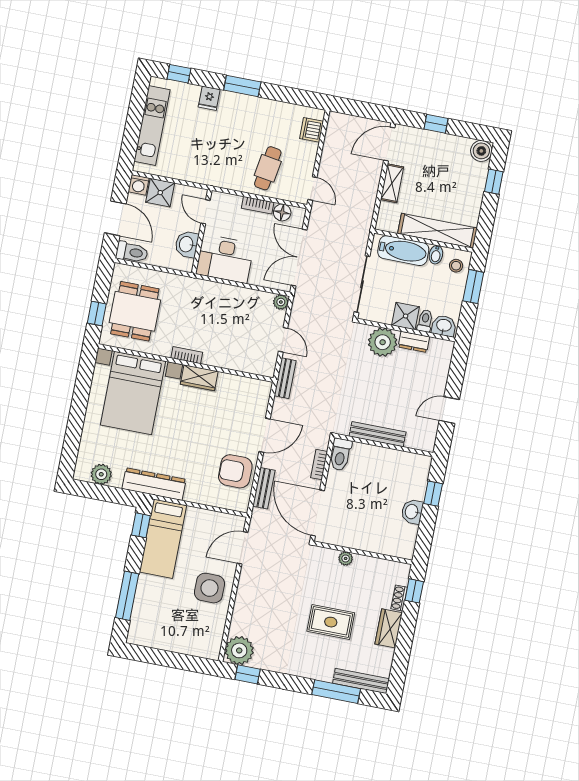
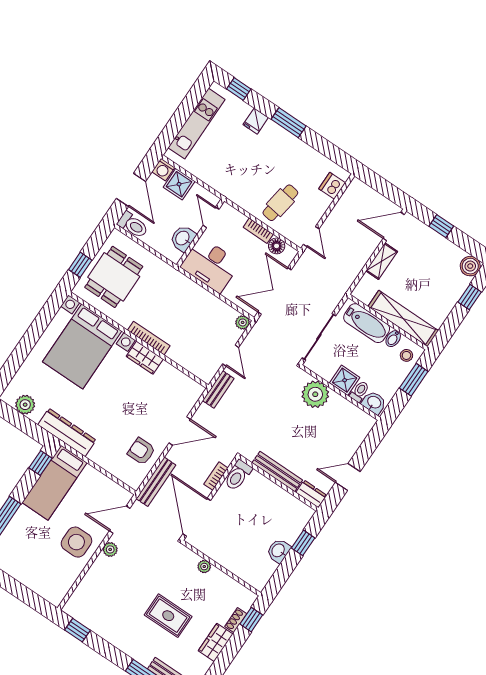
dresser: (414, 342) -> (311, 494), moved, turned 180
bookcase: (187, 355) -> (149, 338), width x1.56
armchair: (235, 471) -> (141, 451), width x0.72, depth x0.72
bench: (264, 488) -> (156, 482), width x1.36
plant: (239, 650) -> (110, 549), moved, width x0.53, depth x0.53

